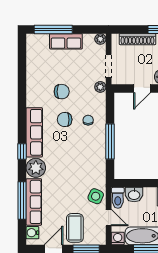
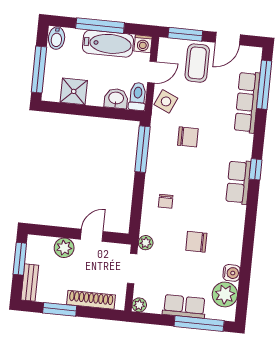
chair: (65, 120) -> (188, 137), moved
row of seats: (34, 132) -> (238, 182), width x0.68
window: (110, 142) -> (142, 149), moved
plant: (36, 168) -> (225, 294), moved
window: (22, 200) -> (264, 85), moved
door: (109, 218) -> (152, 72), swing flipped
water cooler: (32, 233) -> (231, 273), moved

